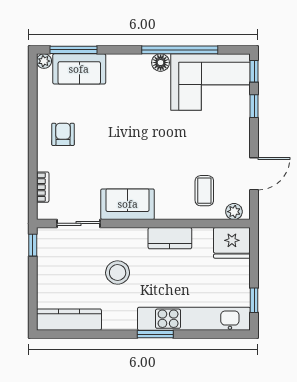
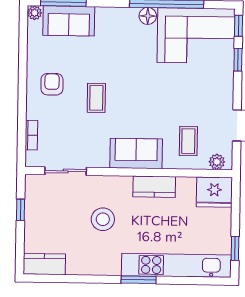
coffee table: (109, 148) -> (96, 98), added
sofa: (128, 204) -> (136, 153), moved
window: (33, 245) -> (21, 210), moved
kitchen counter: (69, 320) -> (44, 264), width x0.67

